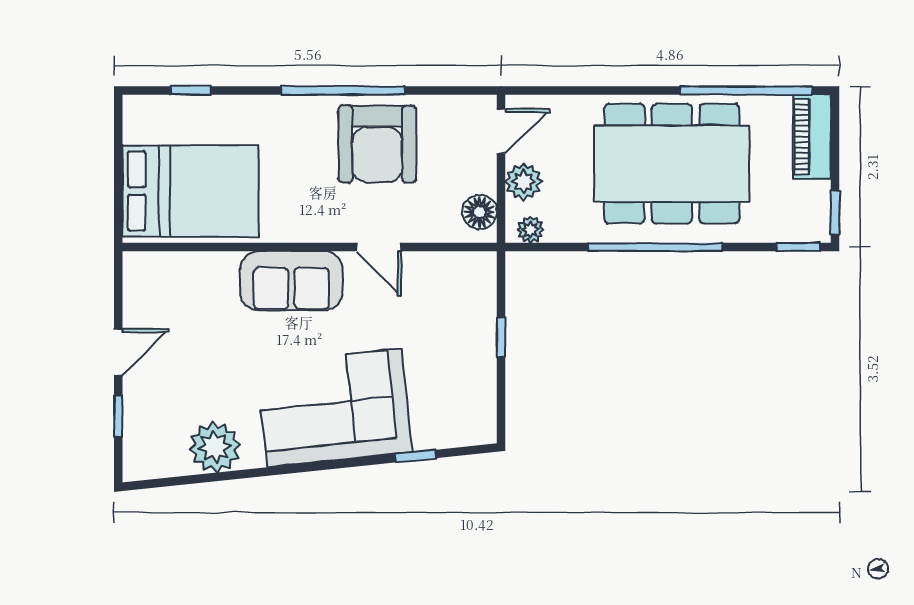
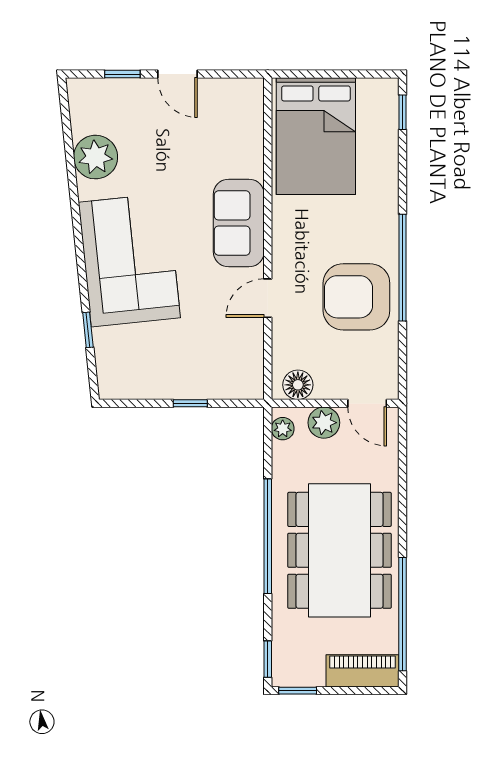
window: (190, 90) -> (402, 112), moved

